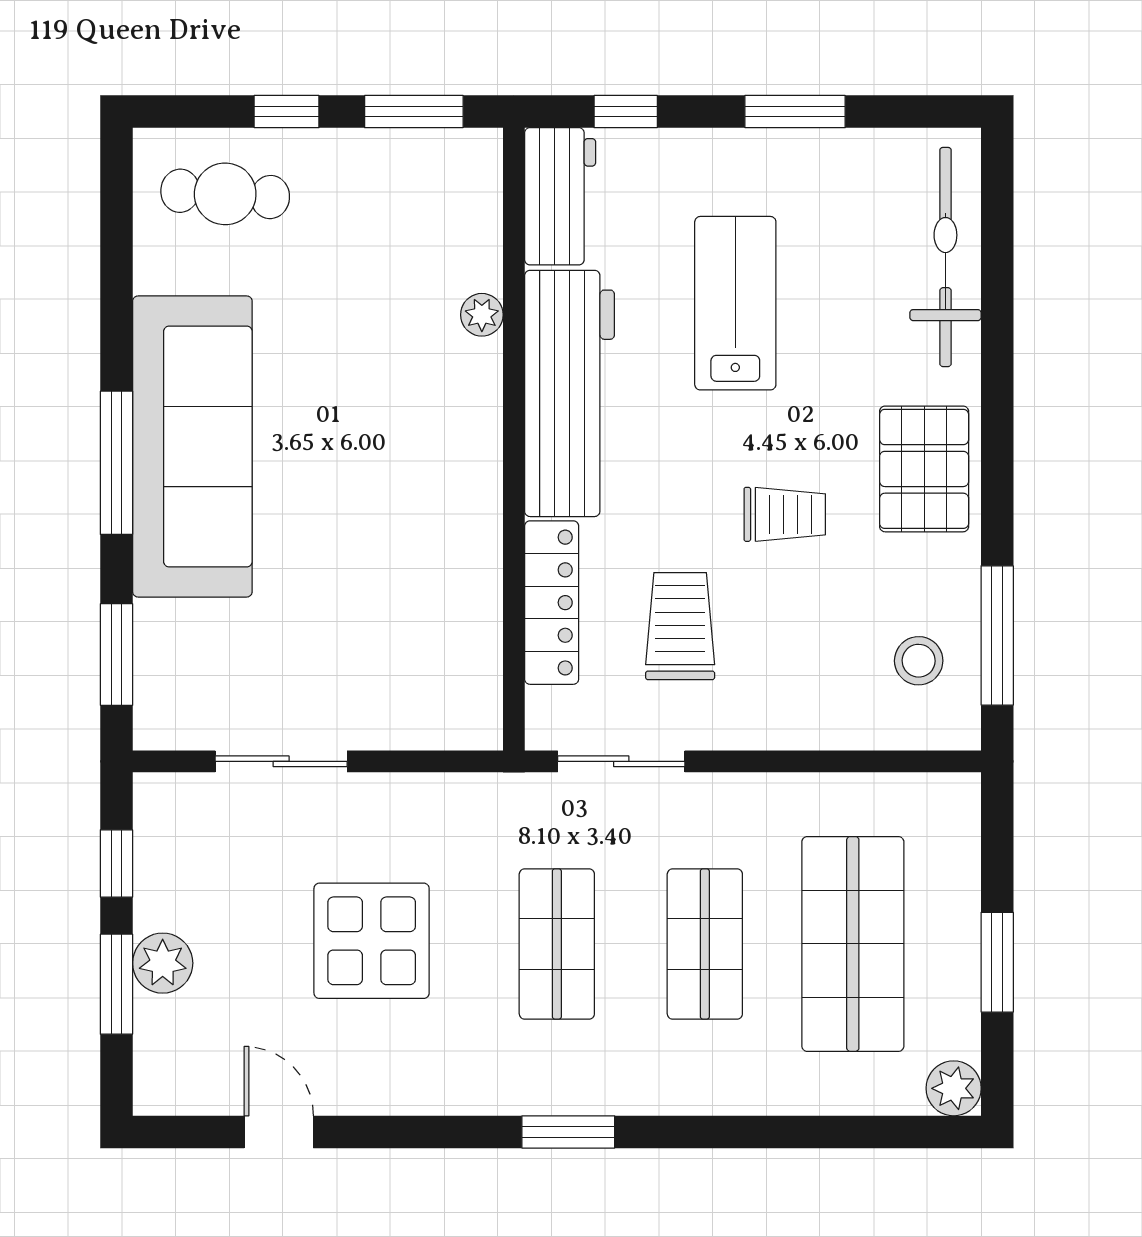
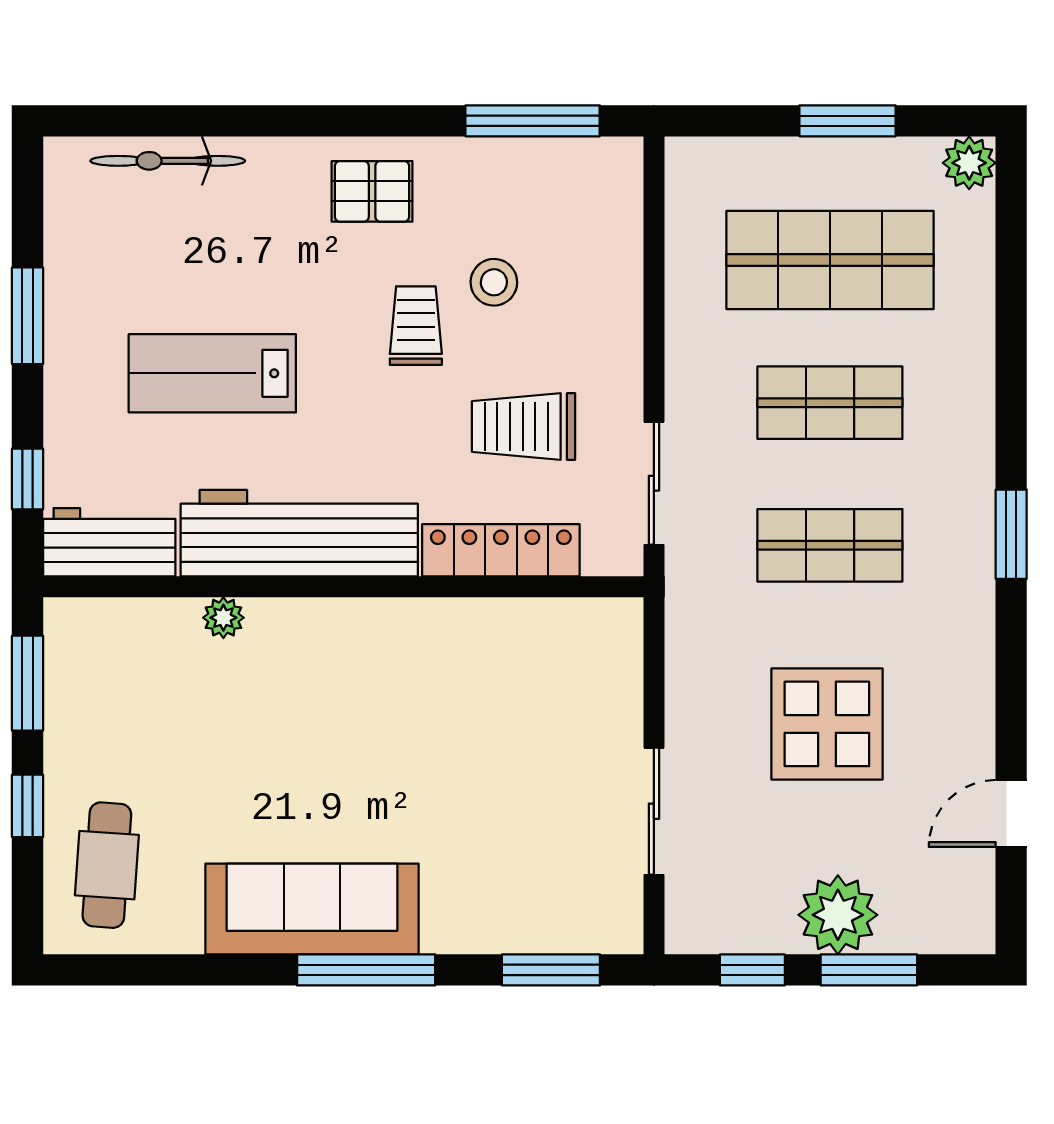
bicycle: (945, 257) -> (168, 161), width x0.73, depth x0.71
sofa: (192, 446) -> (312, 909), width x0.74, depth x0.79
pallet: (924, 469) -> (372, 191), width x0.67, depth x0.71
stool: (919, 661) -> (494, 282), moved
plant: (163, 963) -> (838, 915), width x1.36, depth x1.36

